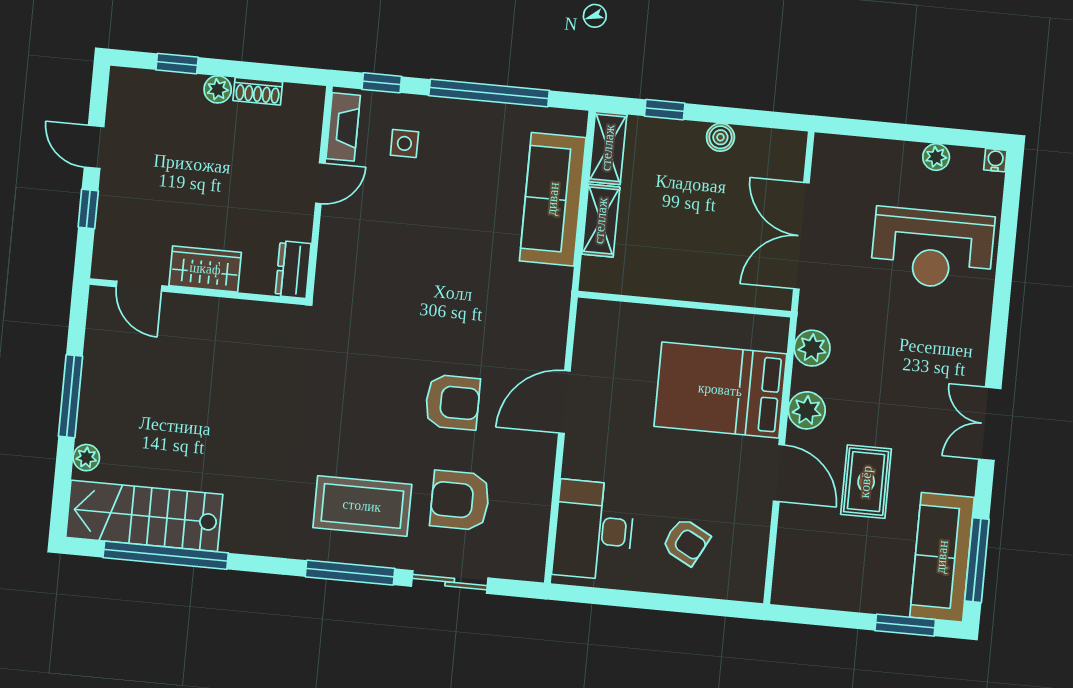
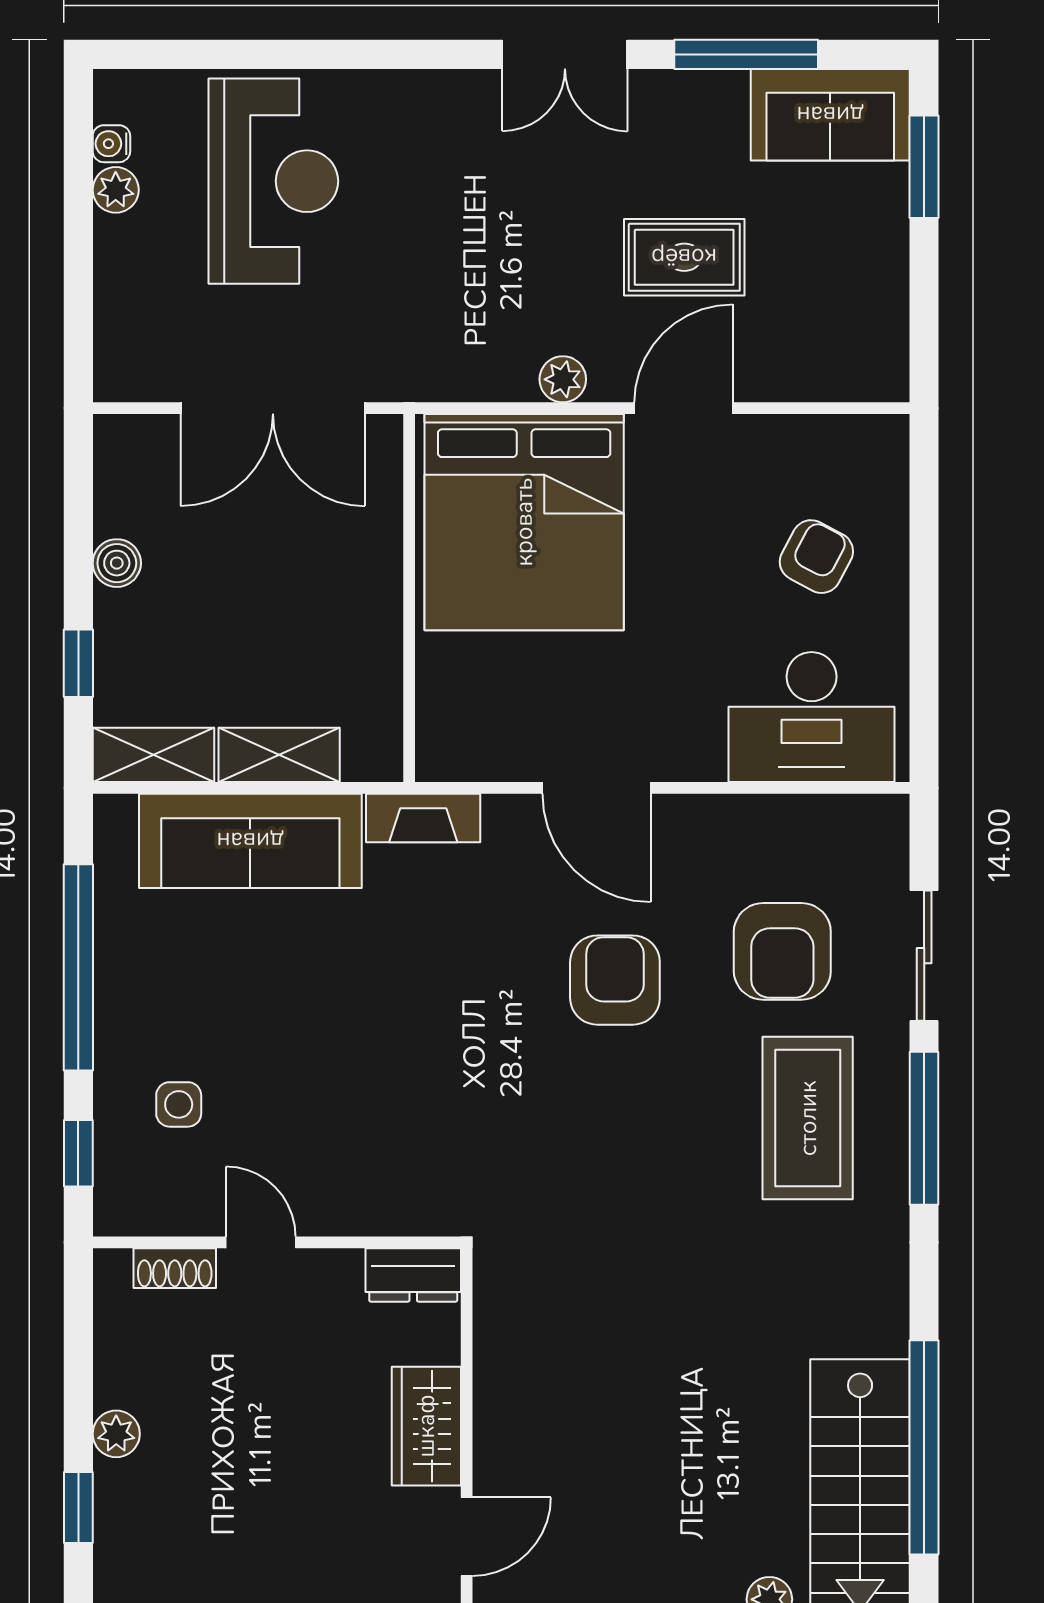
shoe rack: (258, 91) -> (175, 1268), moved, turned 90
fireplace: (343, 127) -> (423, 818), moved, turned 180
water cooler: (995, 160) -> (111, 144), moved
plant: (812, 348) -> (464, 372), removed
bed: (720, 390) -> (524, 522), width x1.36
plant: (807, 410) -> (563, 379), width x0.73, depth x0.73
sofa: (942, 557) -> (830, 115), width x0.73
window: (977, 560) -> (746, 54), moved

